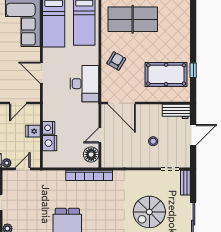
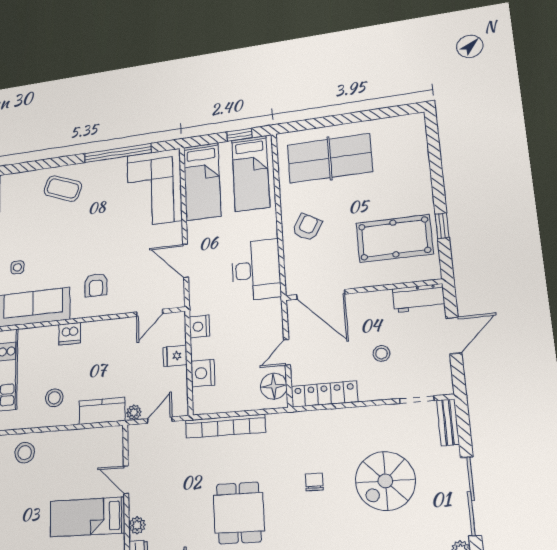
nightstand: (49, 128) -> (200, 327), moved
locker: (120, 162) -> (324, 394), added
bookcase: (89, 175) -> (225, 426), moved
chair: (111, 210) -> (314, 482), added

